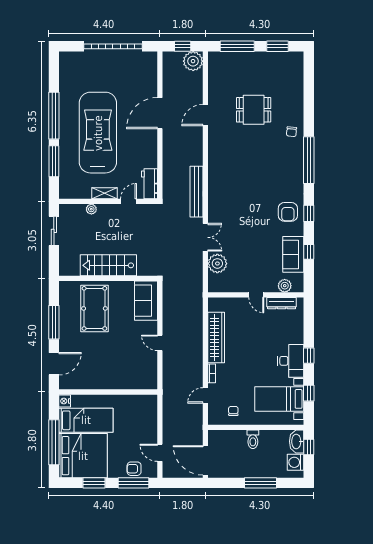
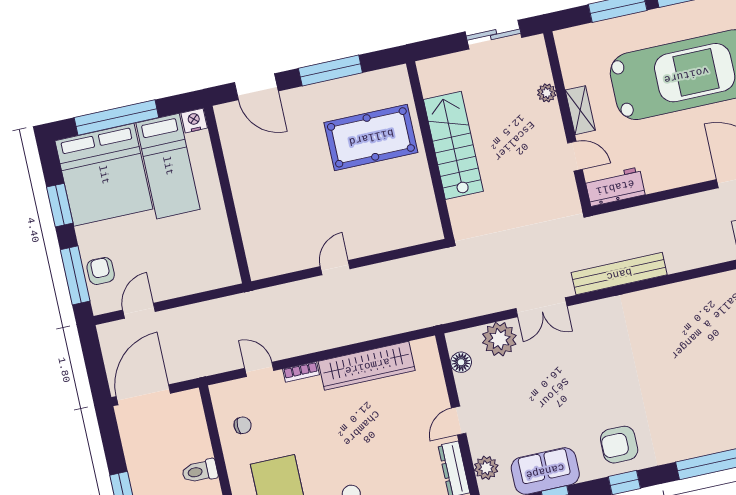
floor lamp: (225, 287) -> (461, 362), added
sofa: (146, 301) -> (405, 226), removed

